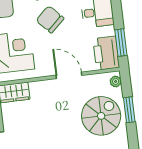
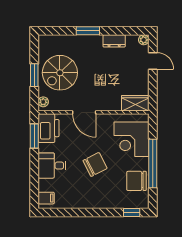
chair: (50, 19) -> (95, 164), turned -74

